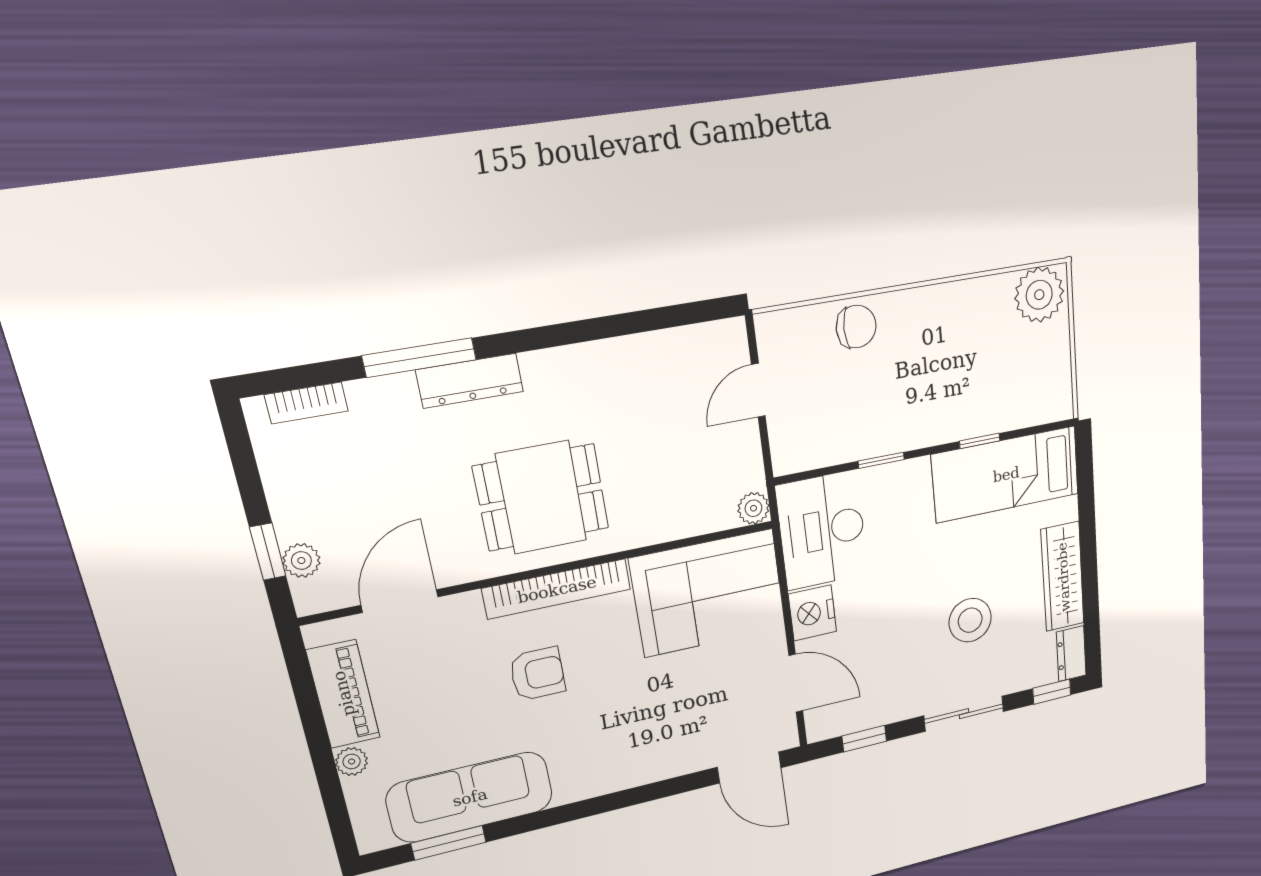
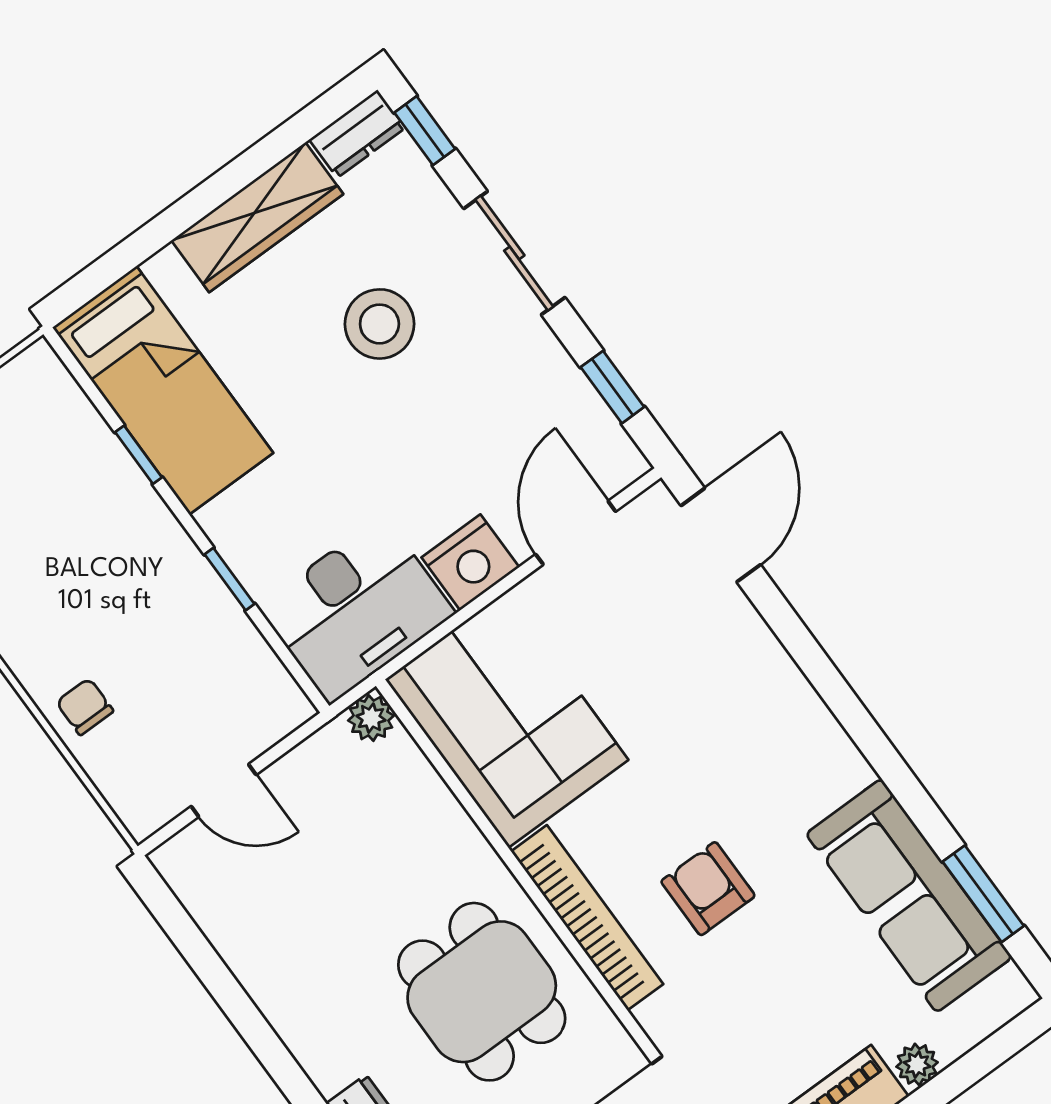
chair: (856, 327) -> (85, 707), width x0.73, depth x0.73

